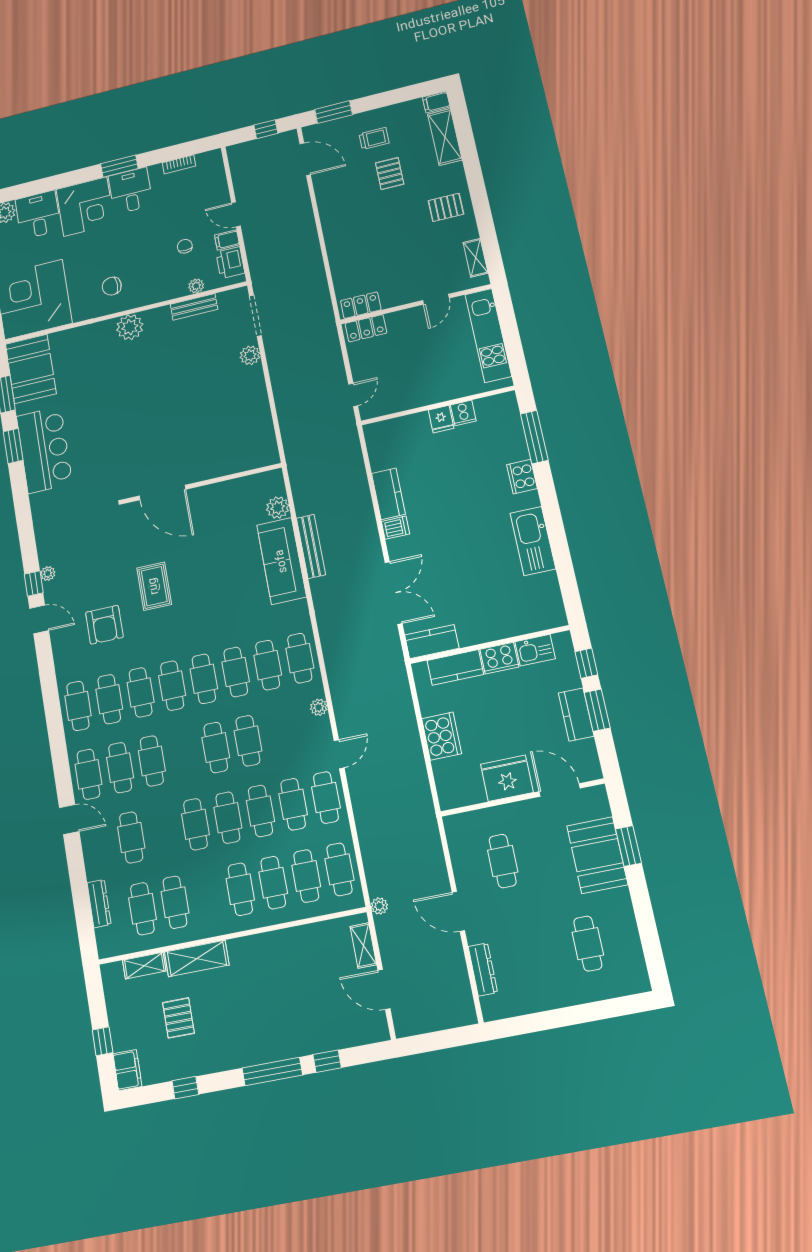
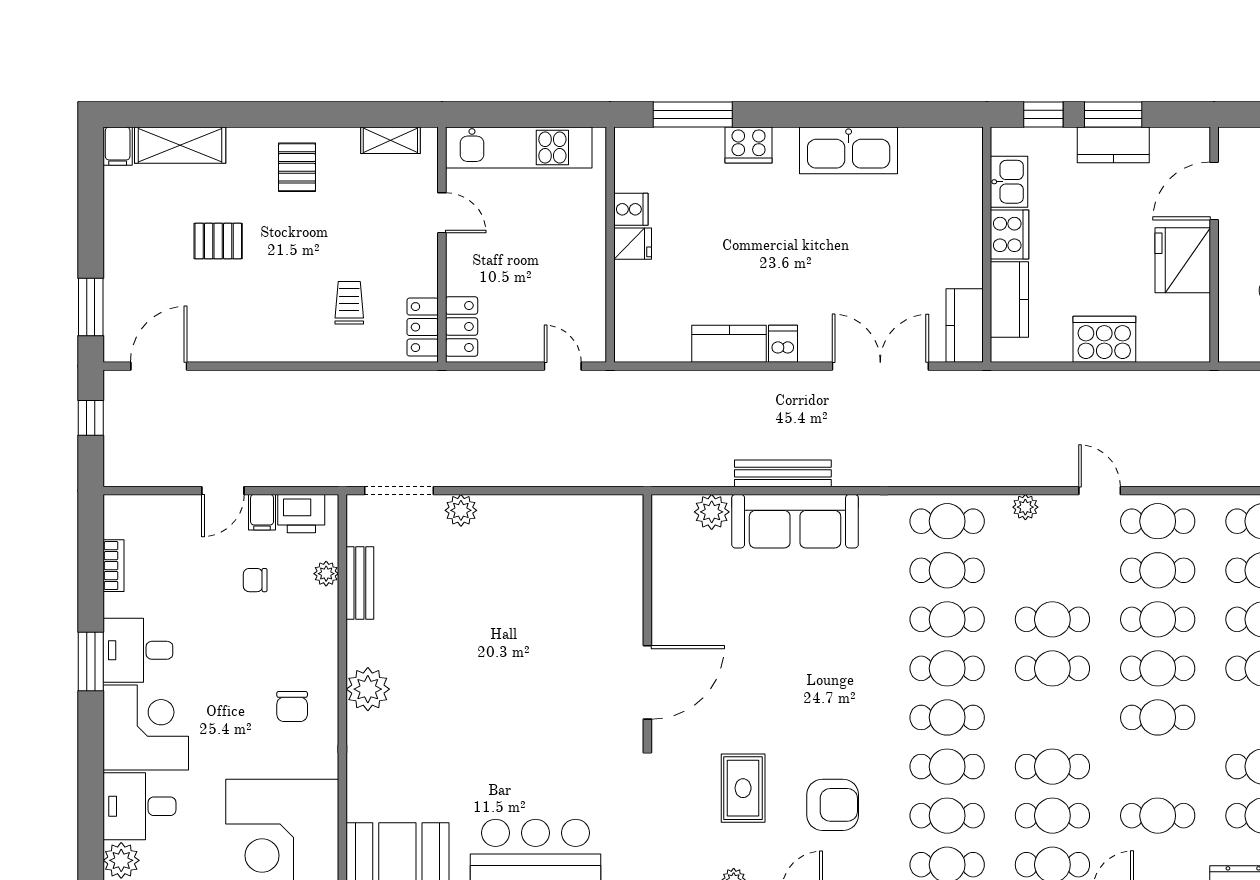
trolley: (374, 138) -> (349, 303), moved
rug: (154, 586) -> (743, 788), moved, turned 90

